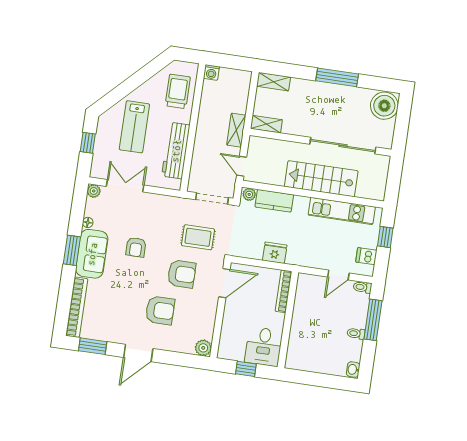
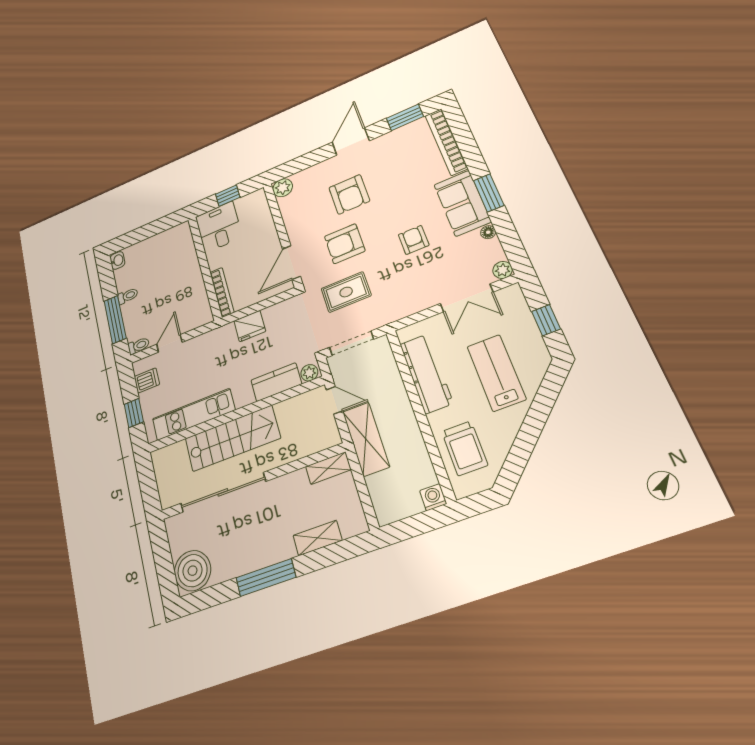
shelving: (274, 82) -> (317, 538), moved
shelving: (236, 130) -> (366, 439), width x1.50, depth x1.33
armchair: (160, 310) -> (349, 194), turned -90

